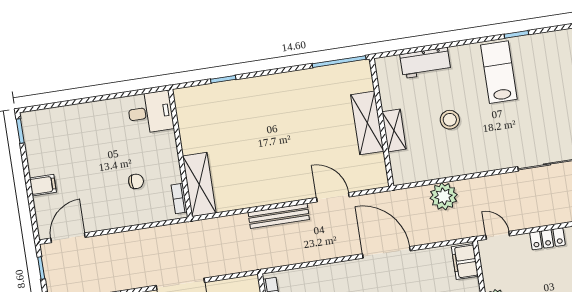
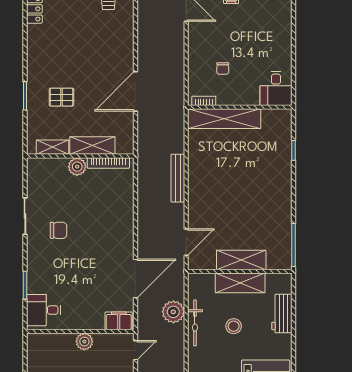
shelving: (394, 130) -> (240, 283), width x1.50, depth x1.33
bicycle: (453, 168) -> (195, 323), added
shelving: (199, 184) -> (224, 119), width x1.47
door: (333, 197) -> (186, 242), moved
door: (386, 252) -> (136, 278), moved

